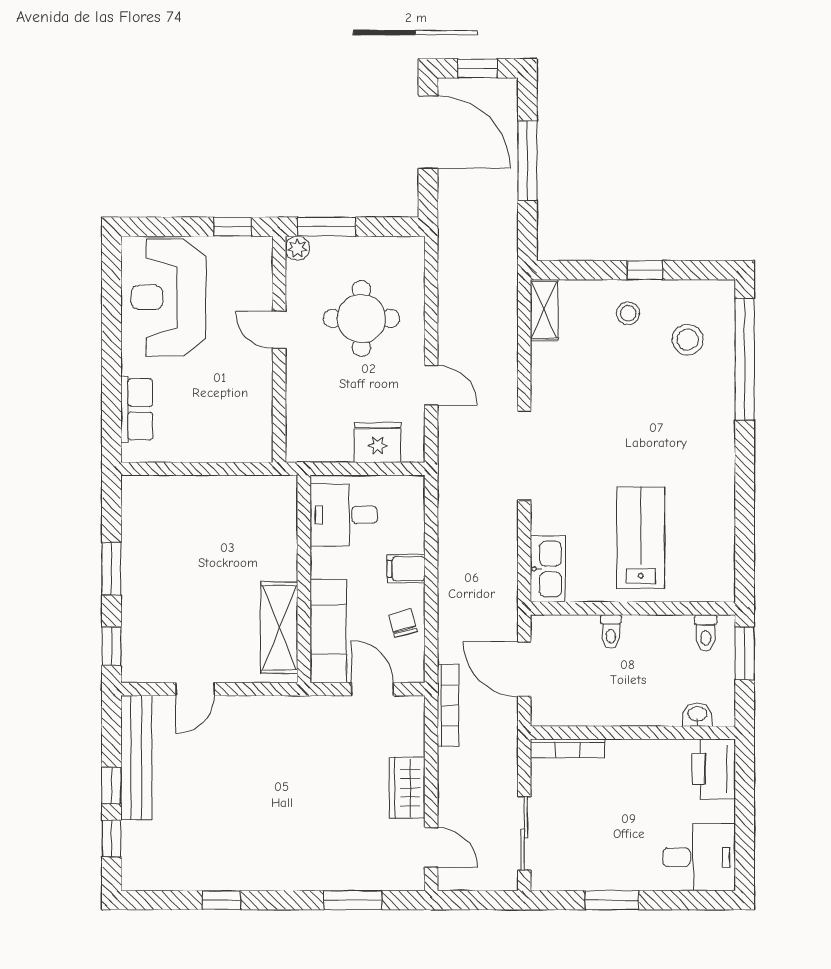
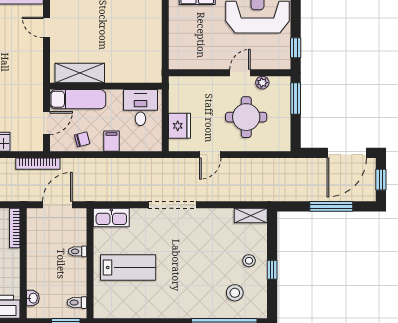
plant: (297, 248) -> (262, 83), moved

